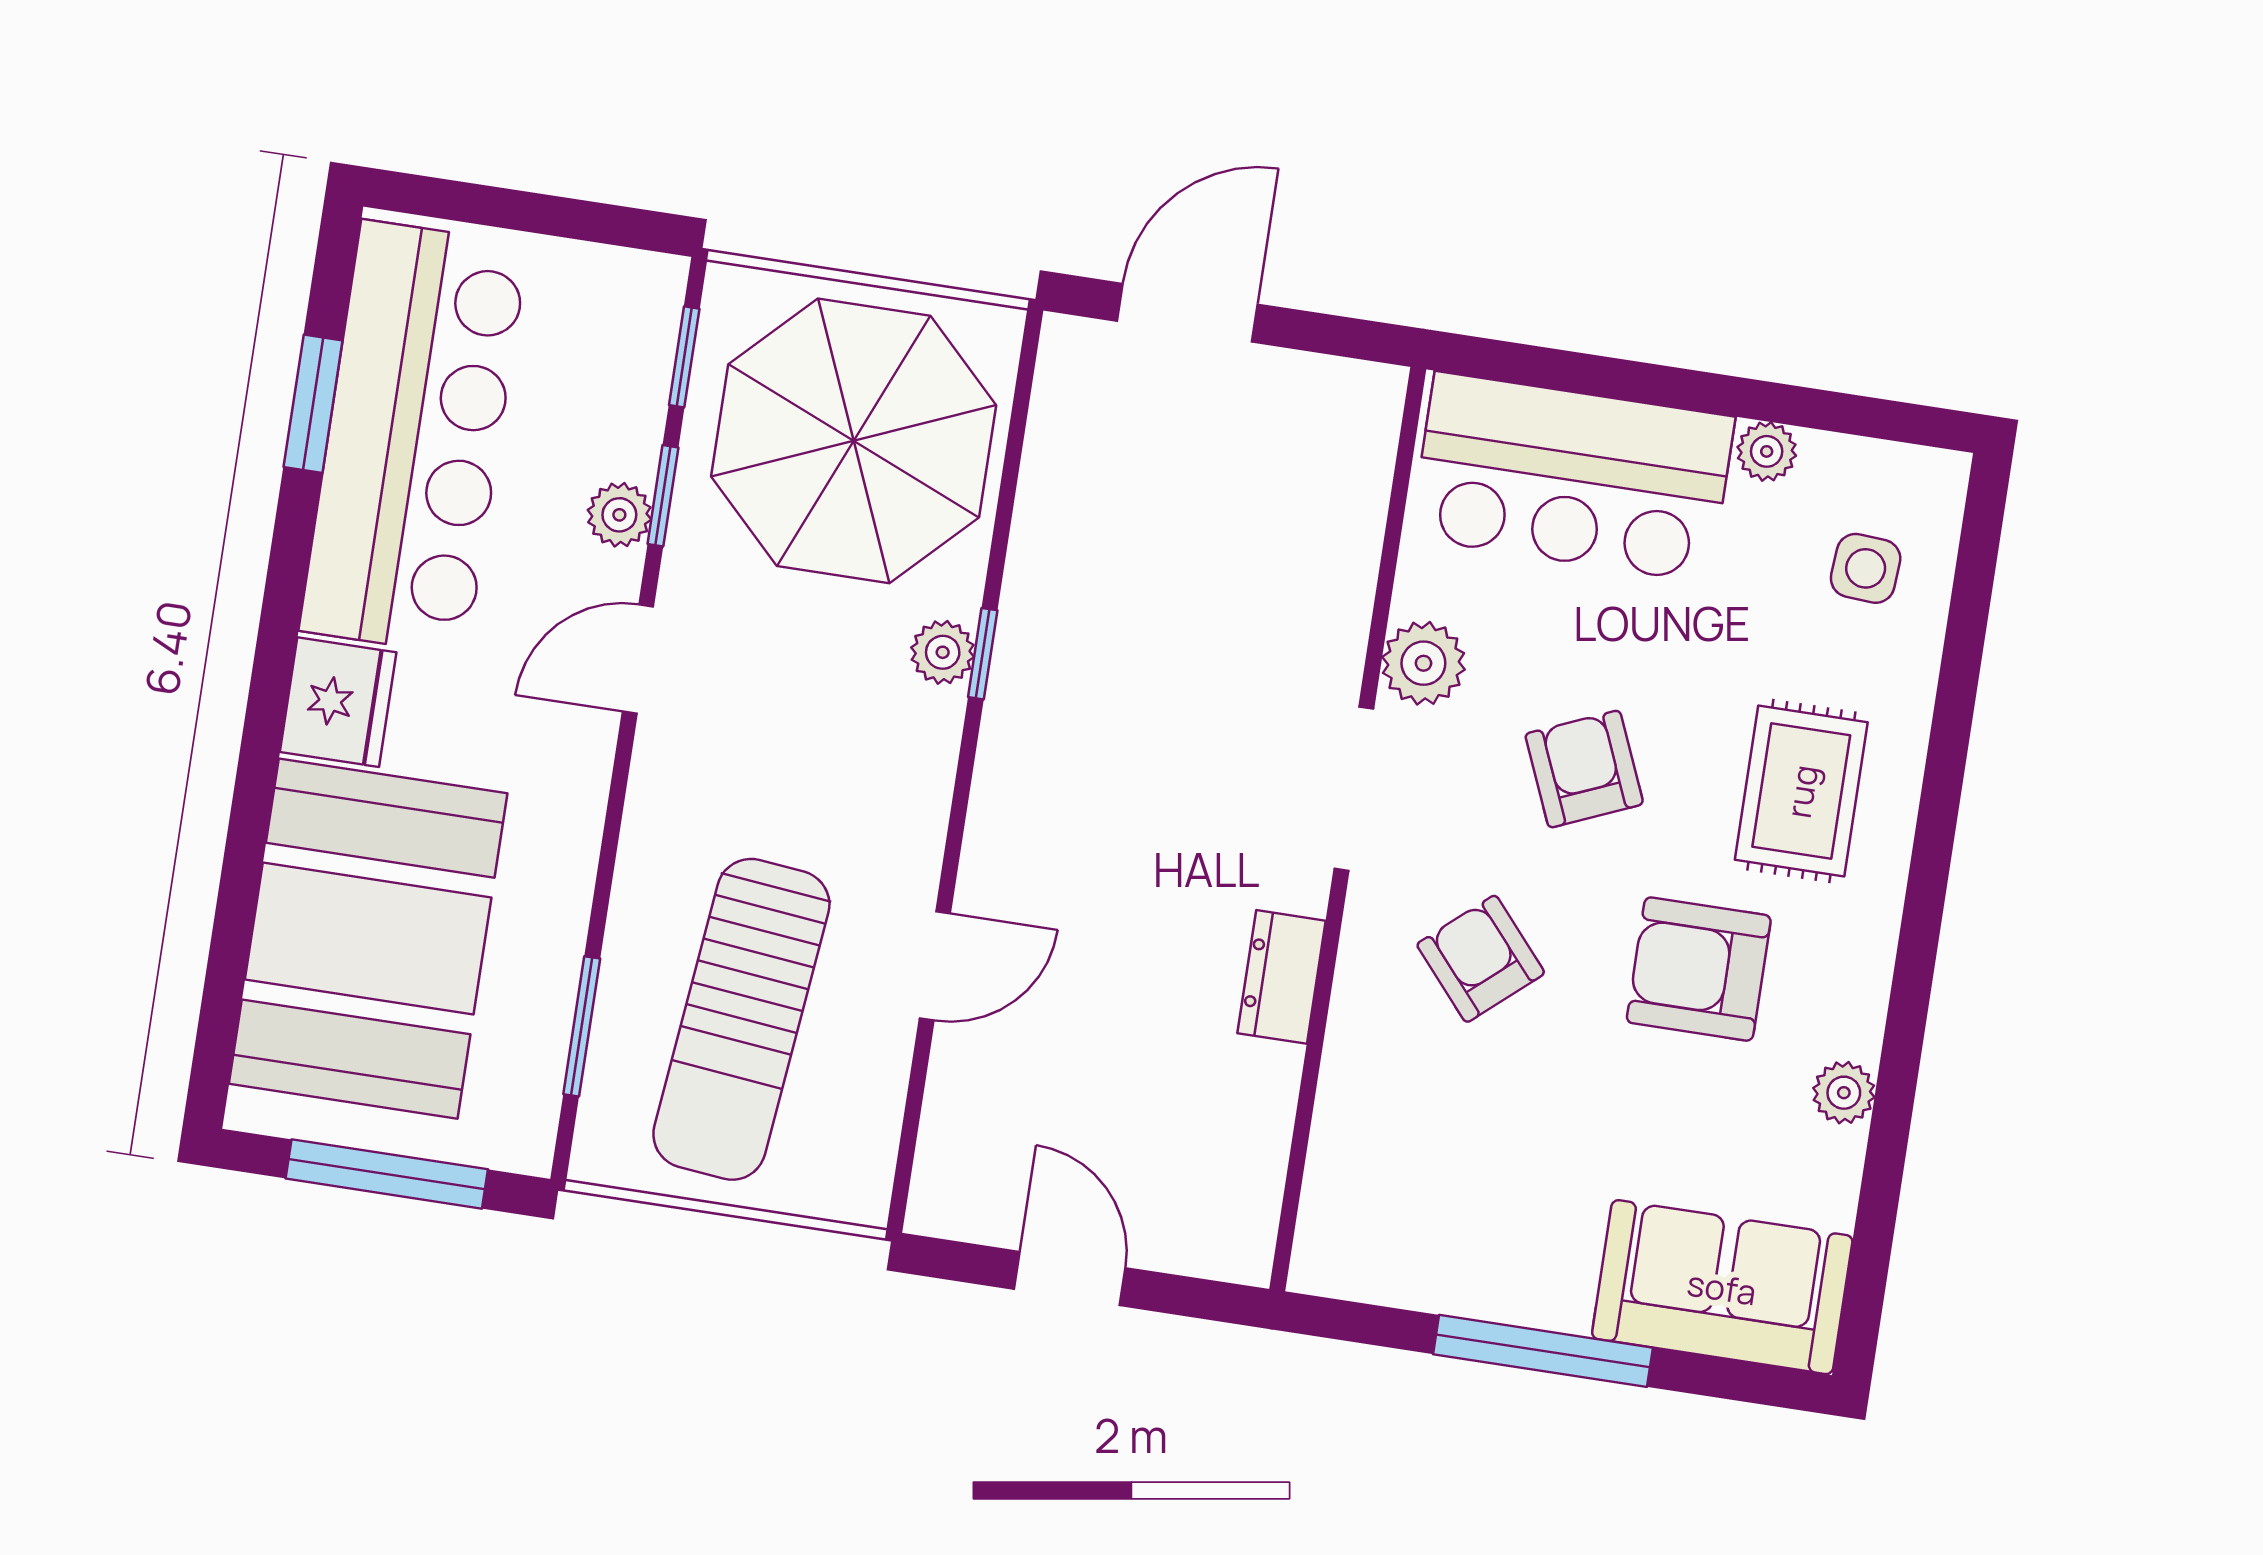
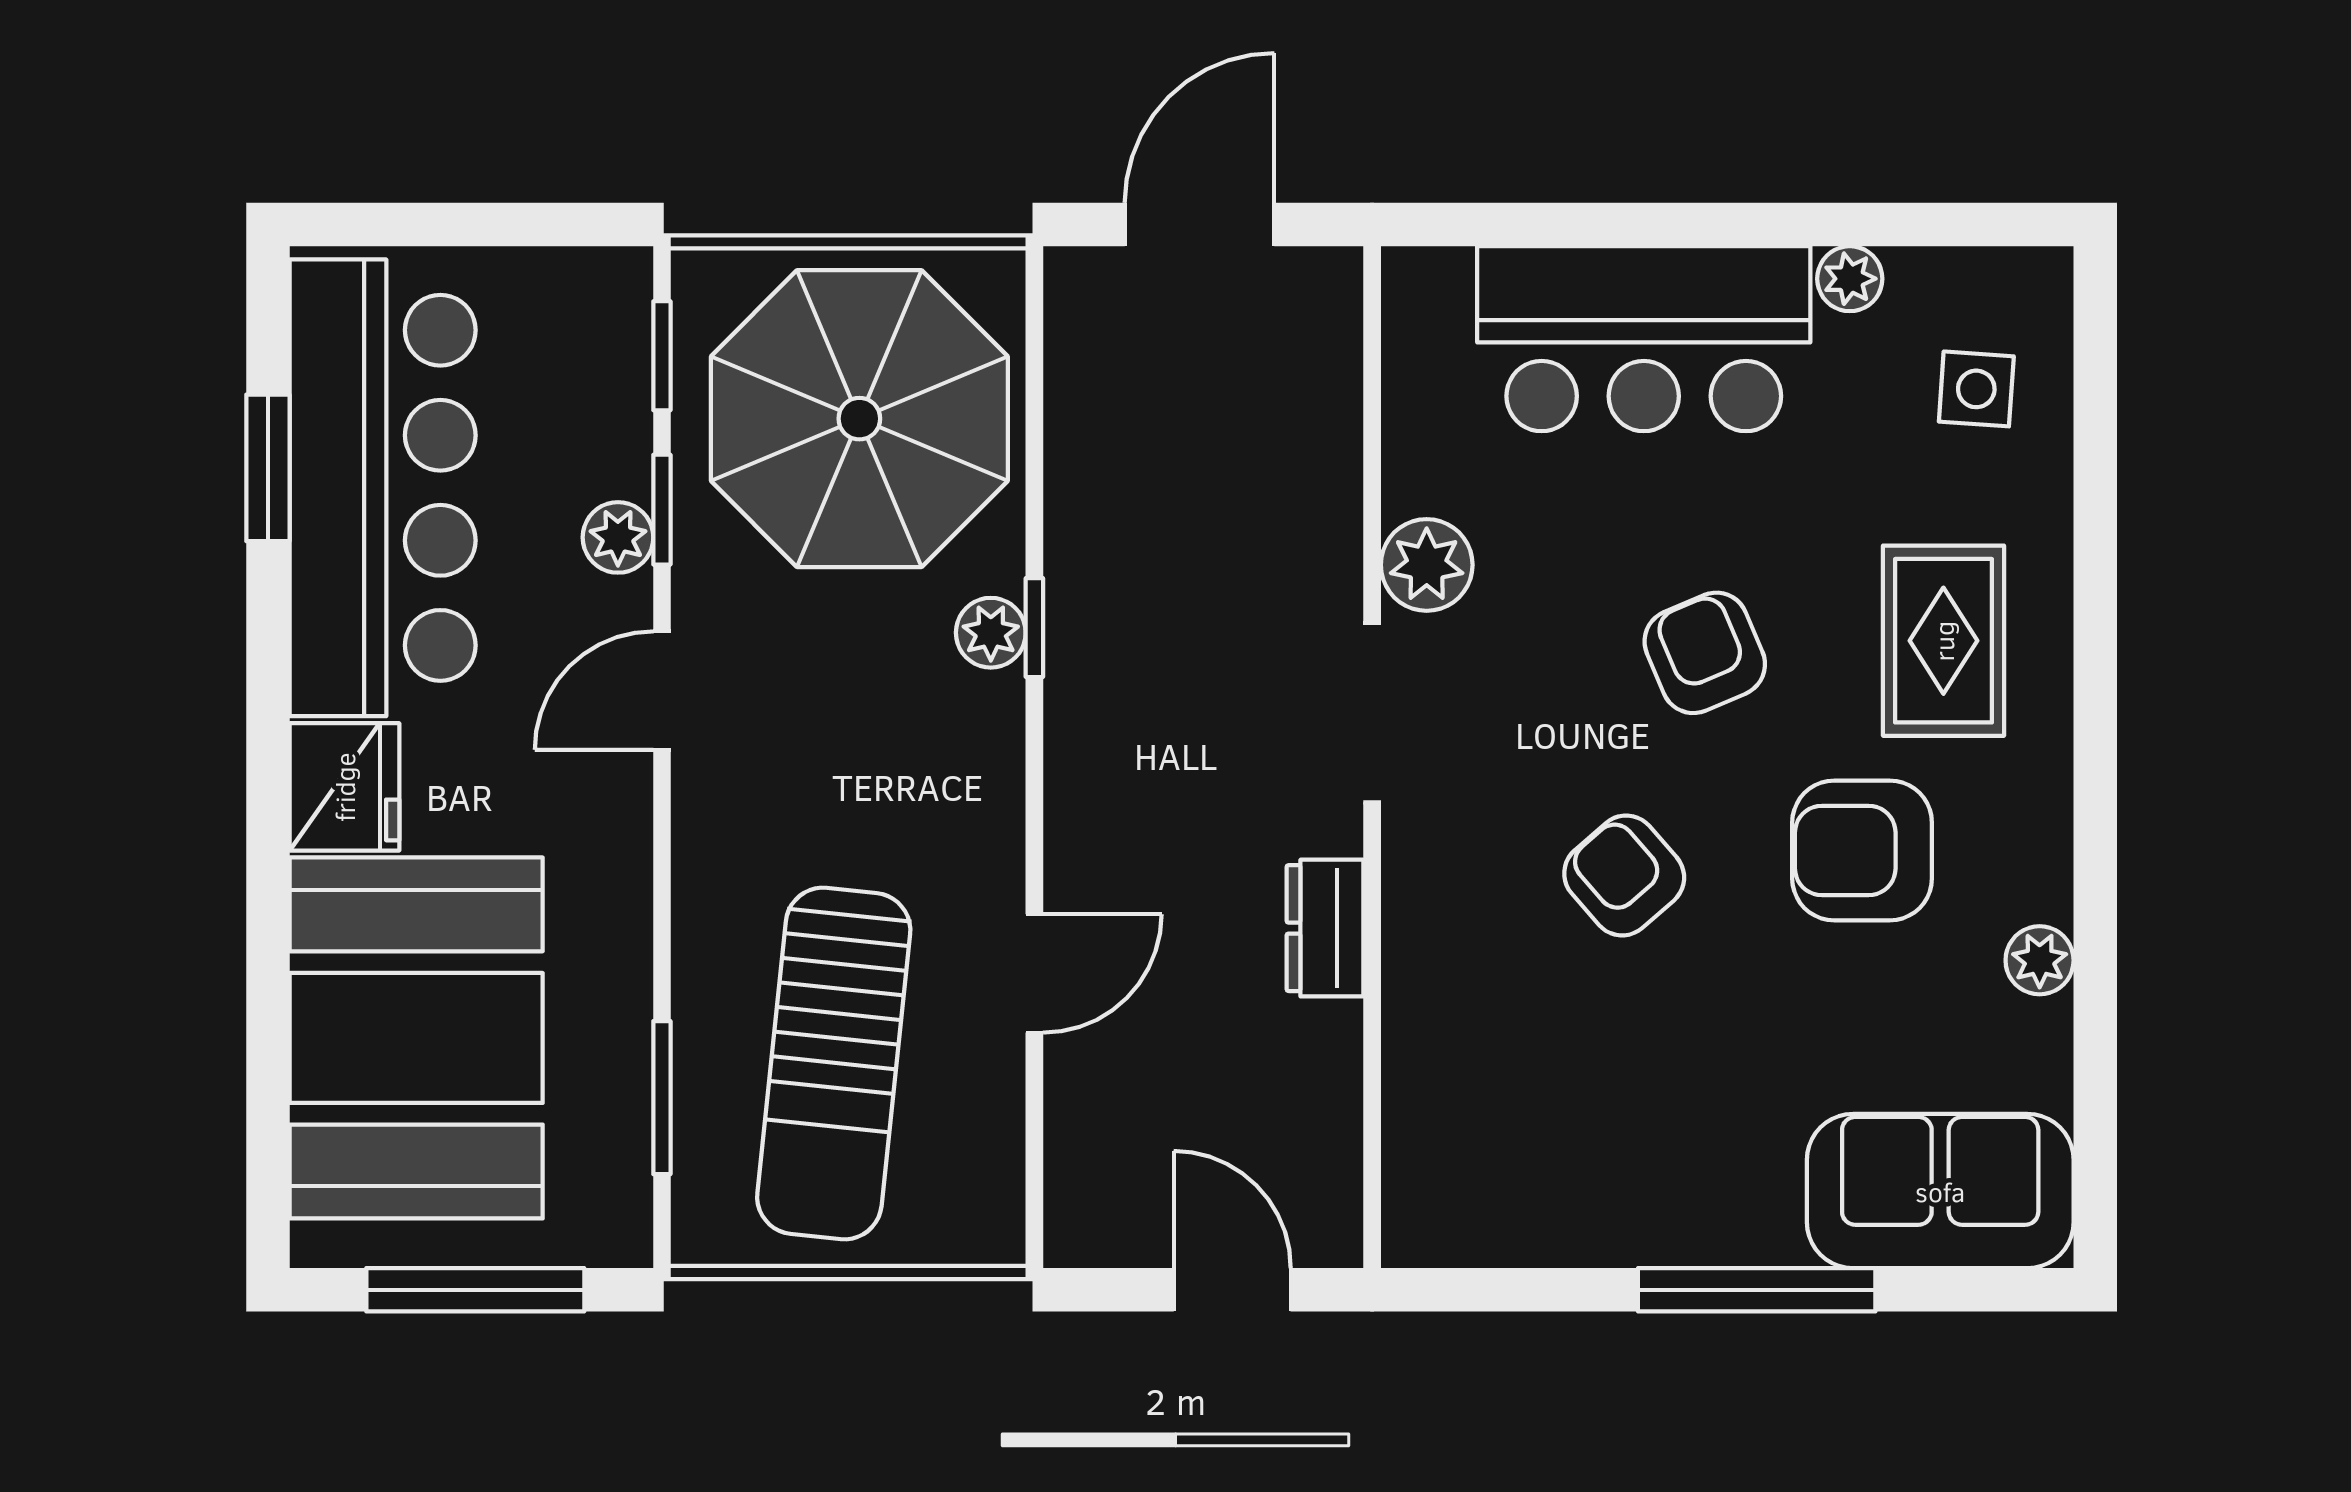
plant: (1423, 663) -> (1427, 565), moved
doorway: (1354, 789) -> (1372, 712), moved
wall: (1348, 829) -> (1372, 757), moved
dresser: (1282, 977) -> (1325, 928), moved

